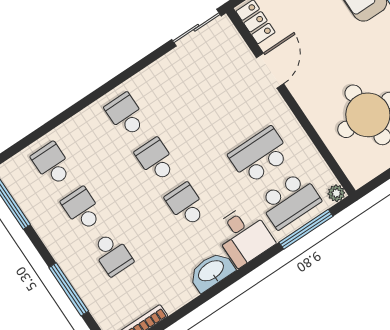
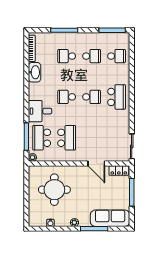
school desk: (126, 115) -> (117, 97), width x1.85
school desk: (186, 205) -> (67, 97), turned 180
washbasin: (211, 271) -> (35, 72), moved

